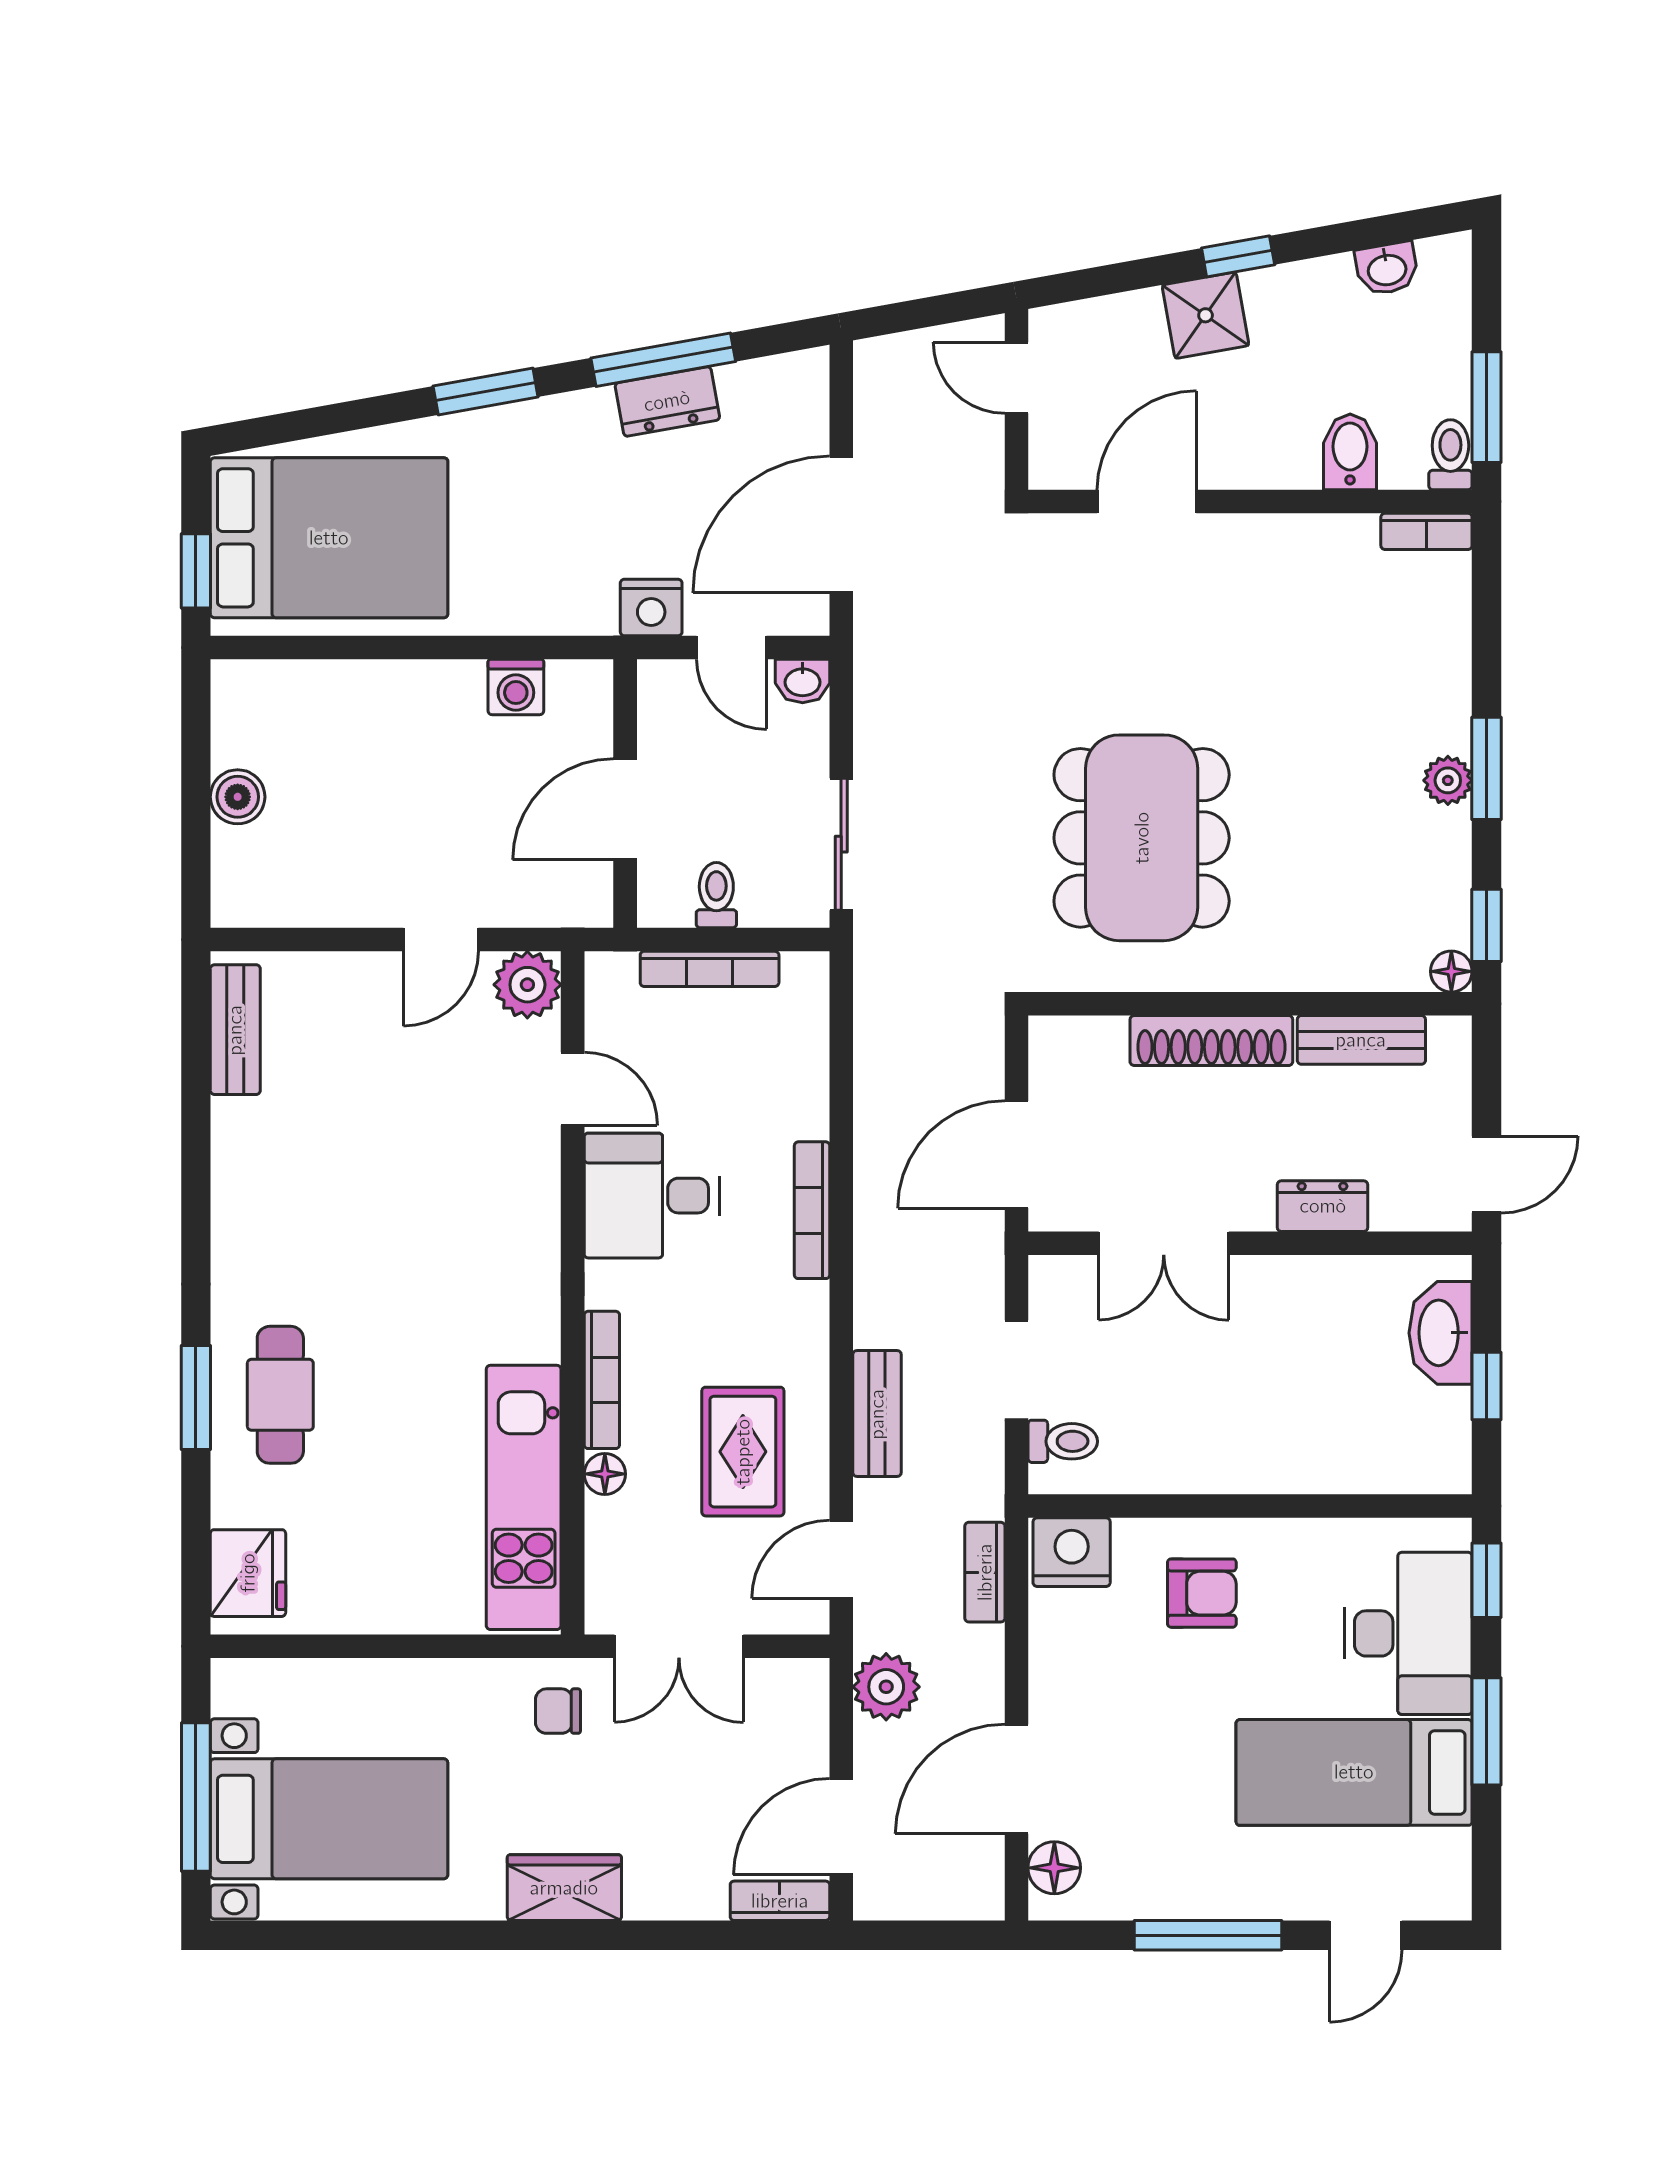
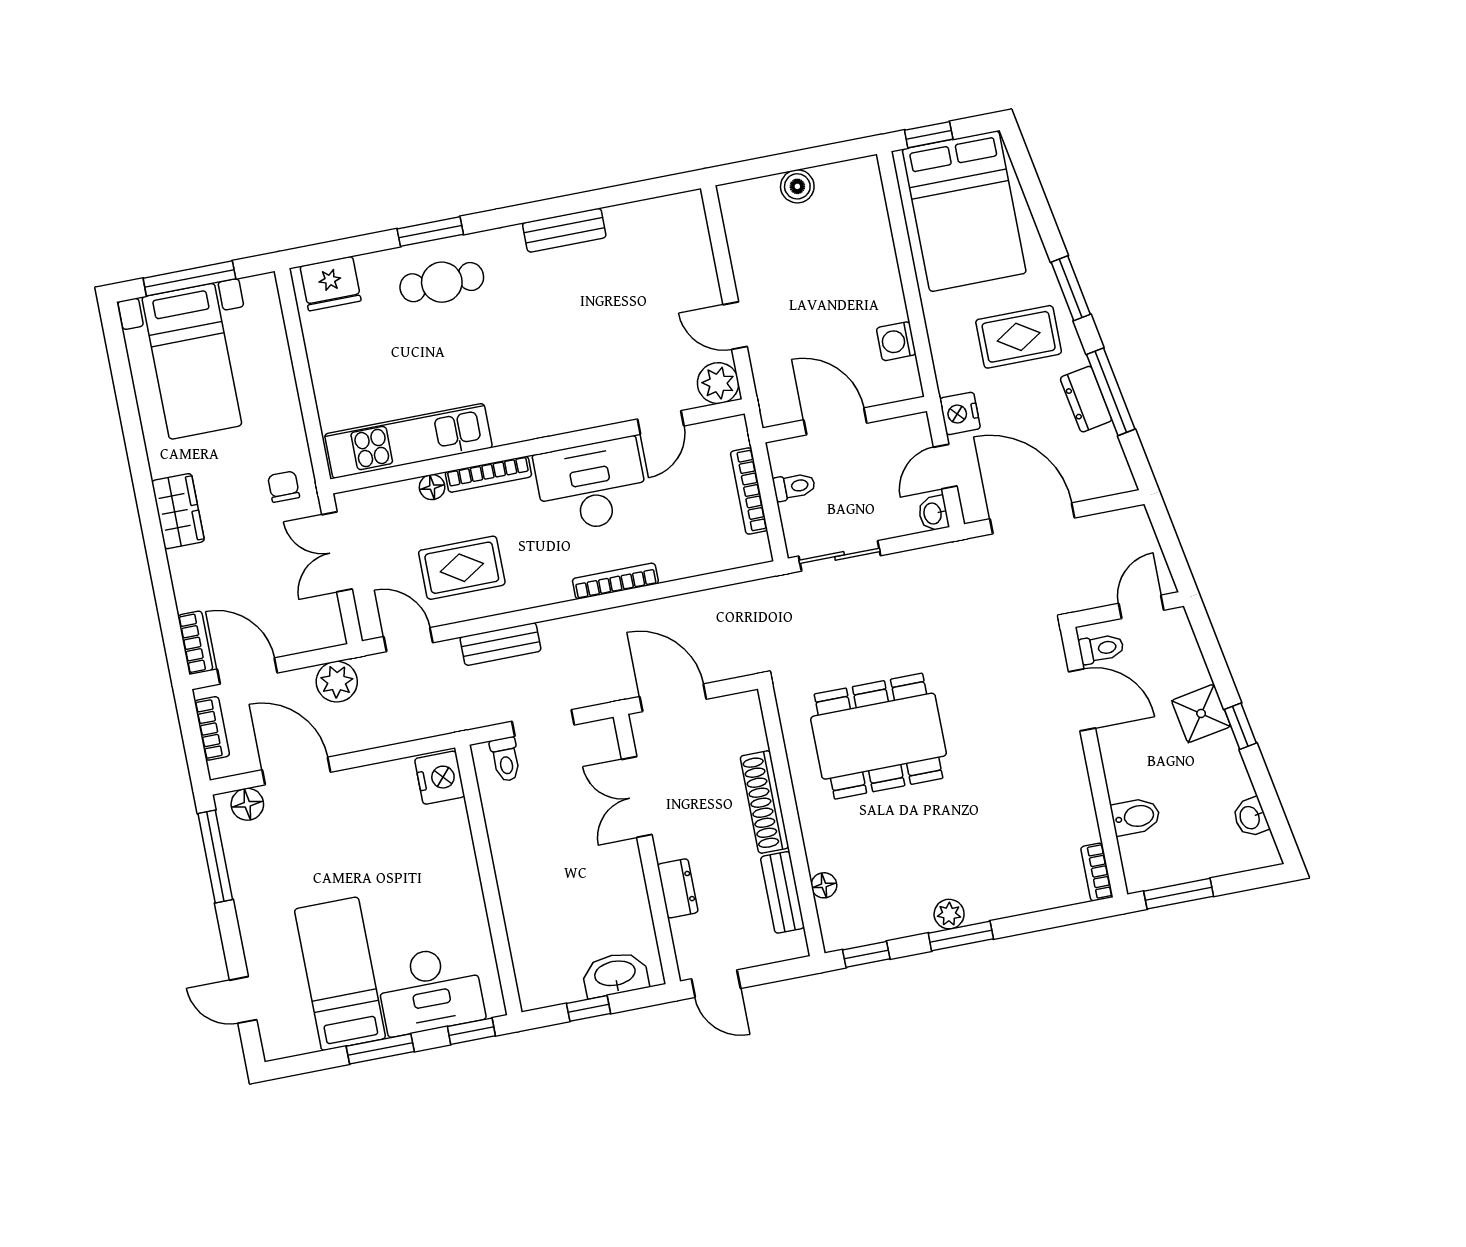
toilet: (1450, 455) -> (1101, 649), moved
rug: (547, 490) -> (1019, 337), added
floor lamp: (1451, 971) -> (824, 885), moved
bench: (235, 1030) -> (564, 230), moved
desk: (652, 1196) -> (591, 485), width x1.37
bookcase: (985, 1572) -> (212, 728), moved, turned 90
armchair: (1202, 1593) -> (430, 861), removed
window: (1208, 1935) -> (215, 856), moved

